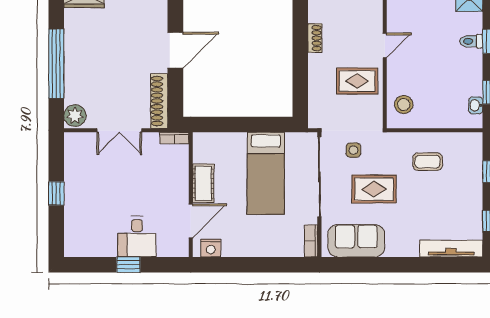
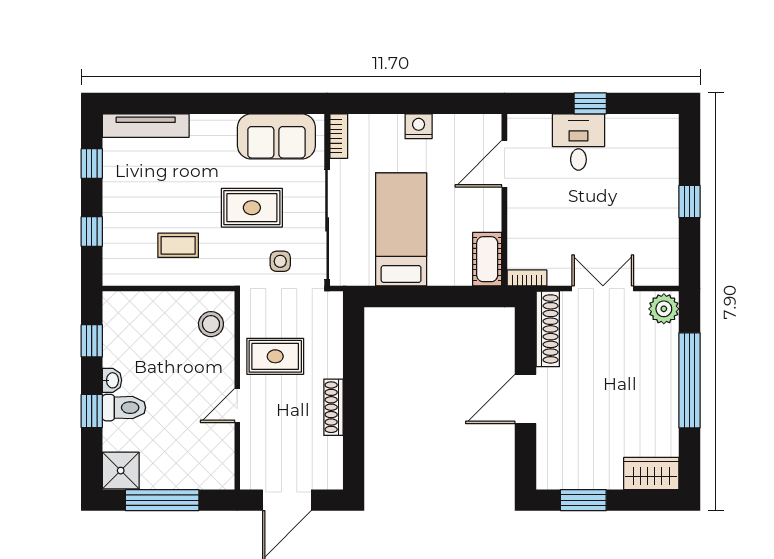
shoe rack: (315, 38) -> (333, 407), width x1.43
toilet: (471, 41) -> (124, 408), width x1.37, depth x1.39
washbasin: (476, 105) -> (112, 380), moved
cot: (203, 183) -> (487, 259), moved
nightstand: (211, 248) -> (419, 126), moved

